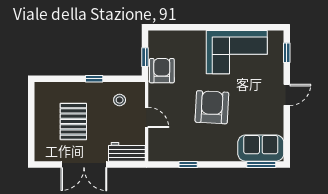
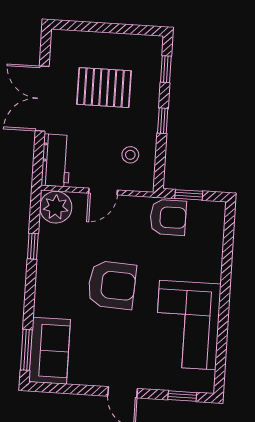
window: (58, 79) -> (166, 69), added
plant: (160, 150) -> (56, 207), added

